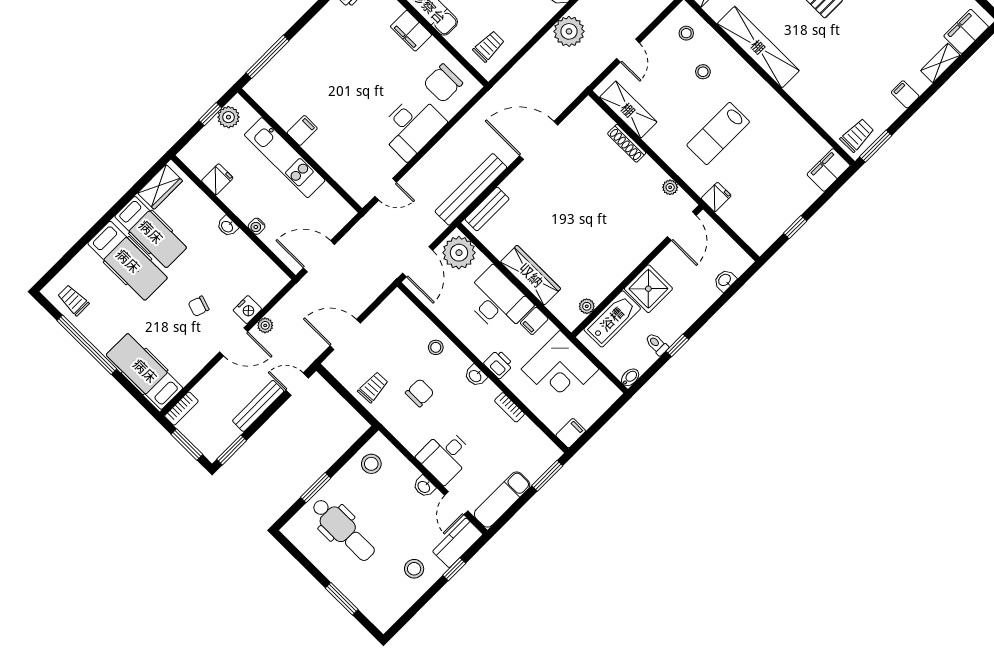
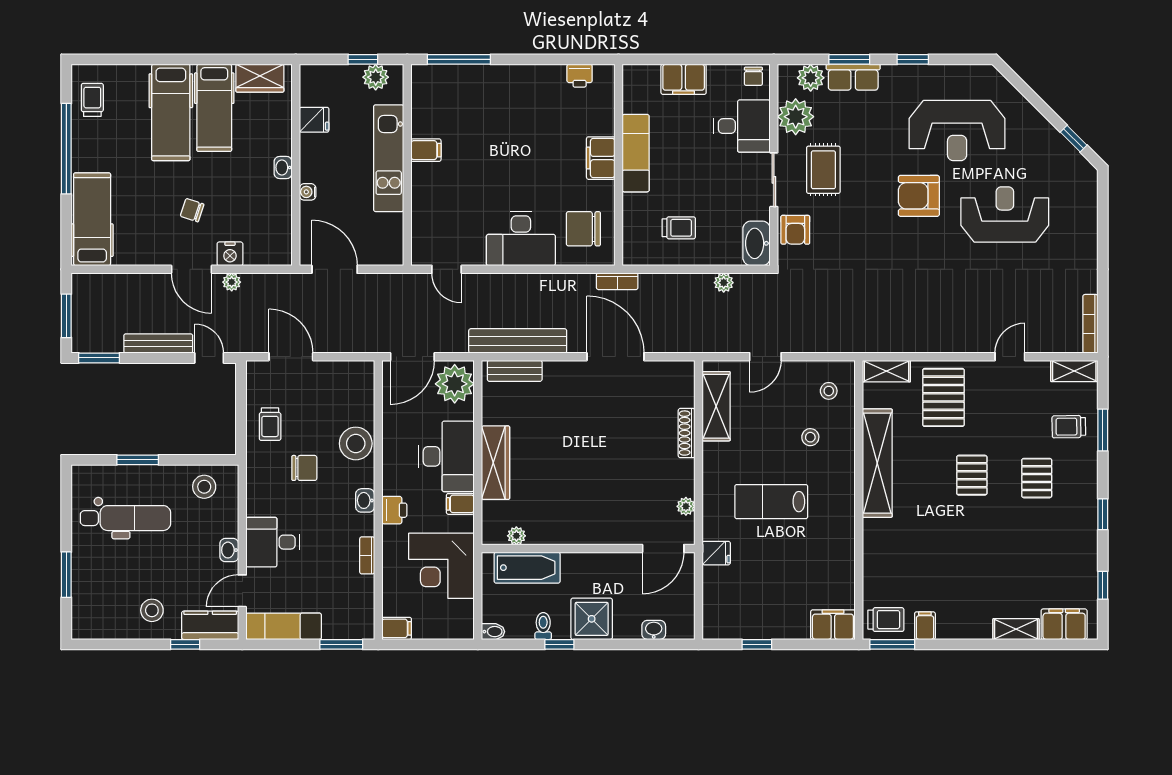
plant: (569, 31) -> (724, 283), width x0.53, depth x0.53
trolley: (489, 46) -> (679, 228), moved
filing cabinet: (905, 94) -> (925, 626), moved
shower: (648, 289) -> (592, 619), moved
stool: (436, 347) -> (356, 443), width x1.89, depth x1.89
trolley: (373, 387) -> (270, 424), turned 93
bookcase: (181, 409) -> (617, 281), moved
dental chair: (343, 530) -> (125, 518), turned -90

